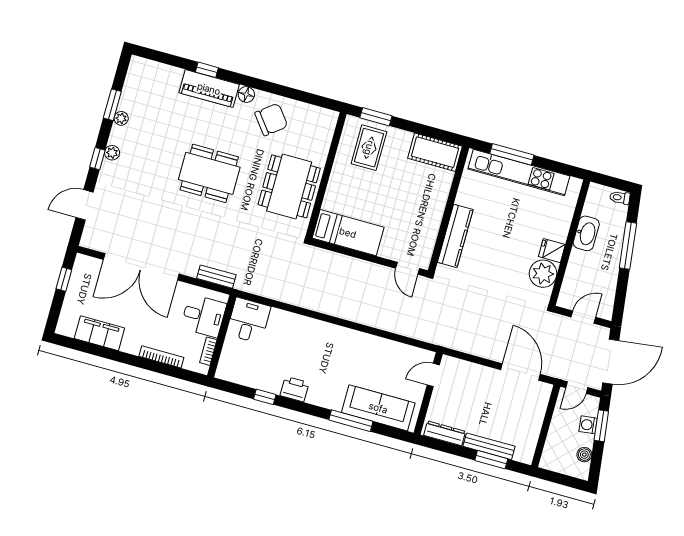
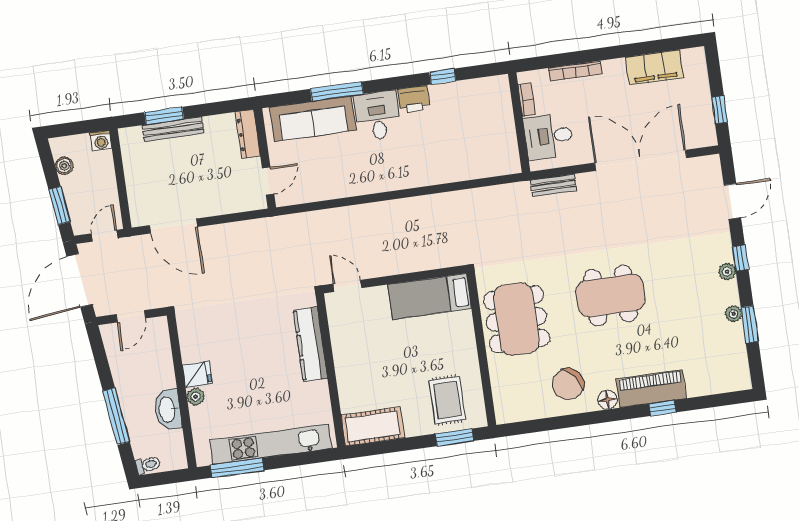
window: (512, 154) -> (237, 468), moved
plant: (543, 274) -> (196, 397), moved, width x0.53, depth x0.53
desk: (248, 320) -> (378, 116), moved, turned 180
washing machine: (588, 425) -> (101, 141), moved, turned 97
dresser: (445, 433) -> (248, 134), moved, turned 90

